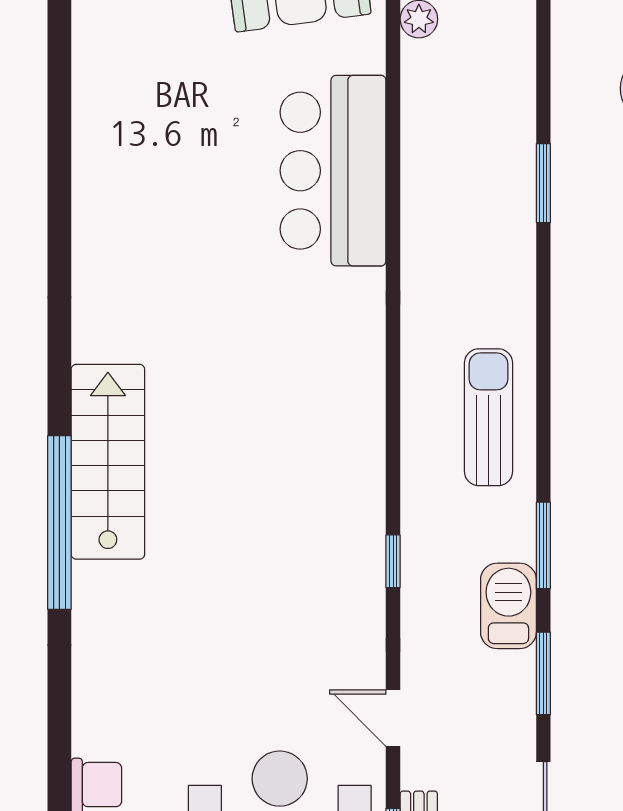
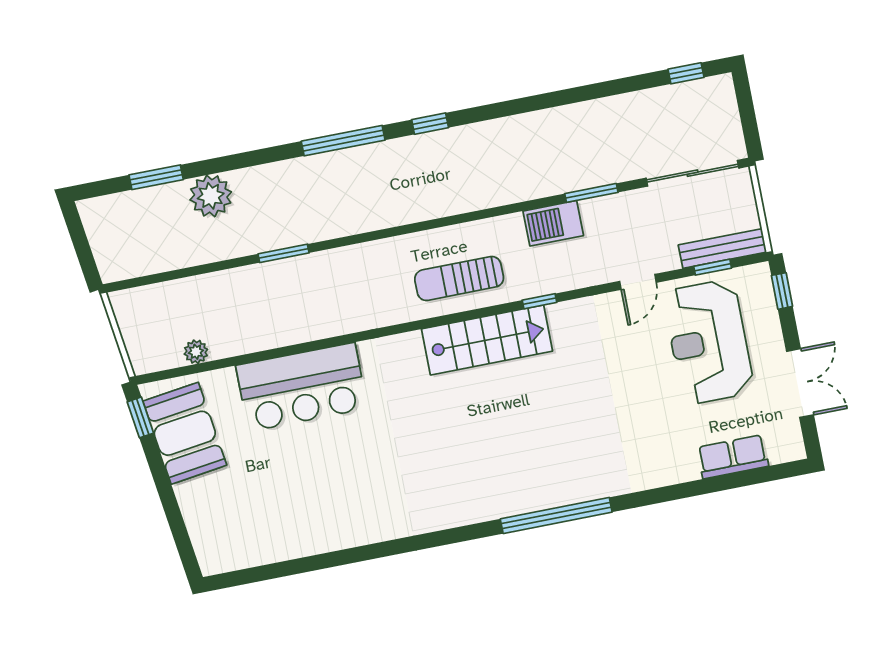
sun lounger: (489, 417) -> (459, 278), moved
stairs: (108, 462) -> (487, 340), moved, turned 180
window: (543, 545) -> (511, 209), removed

